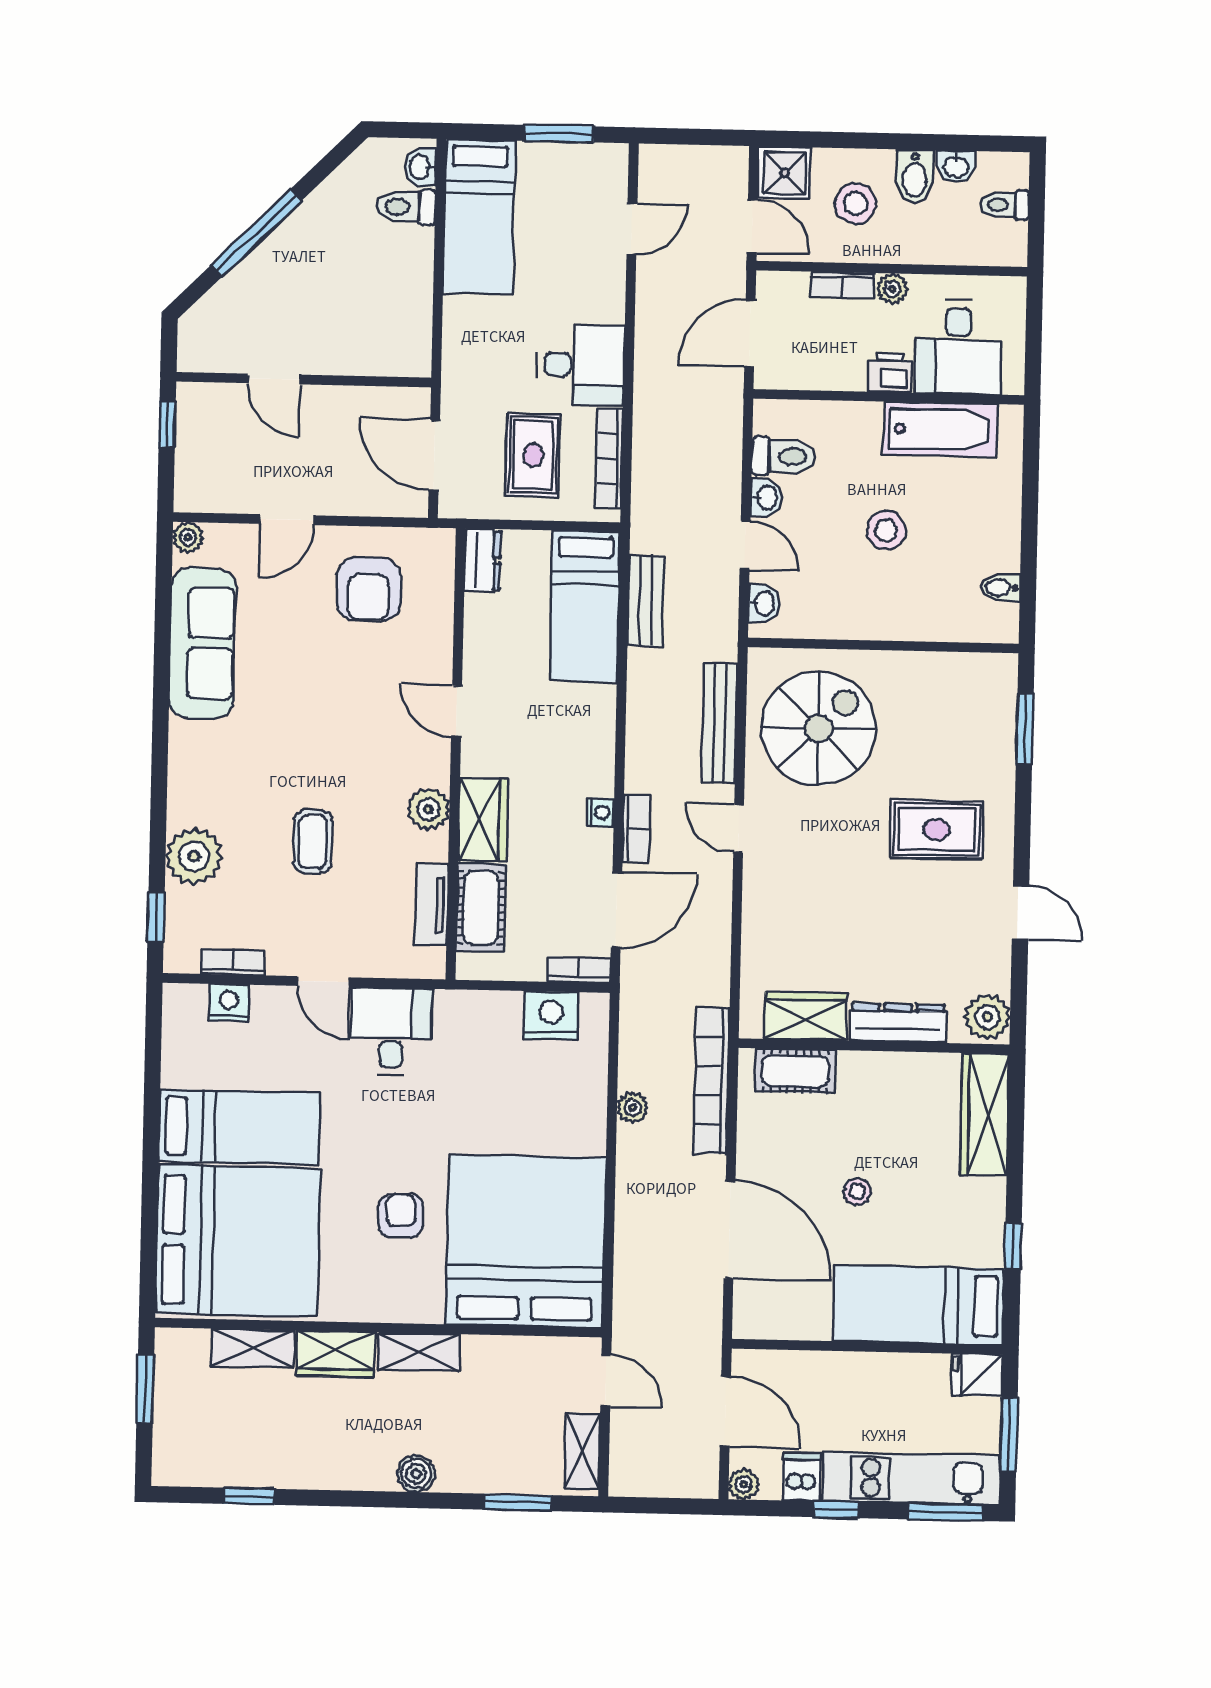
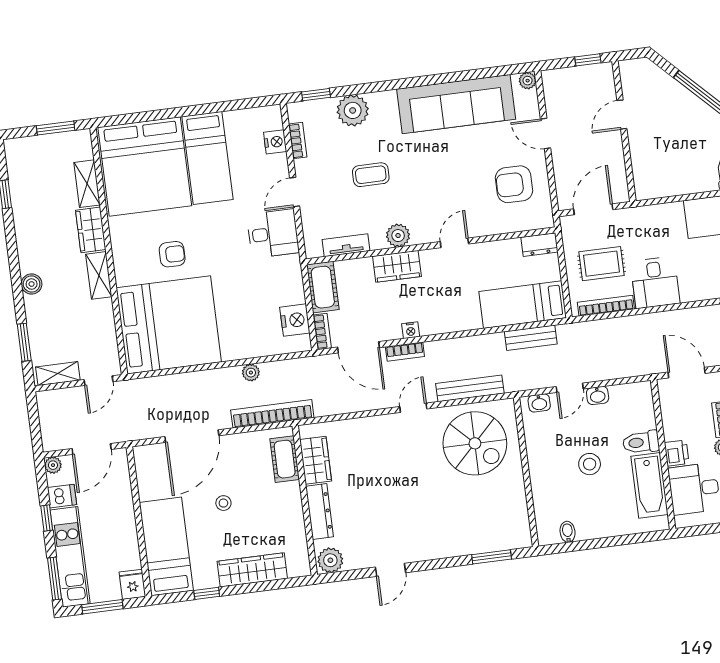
toilet: (784, 456) -> (641, 442), moved, turned 90
sofa: (202, 643) -> (456, 104), width x1.36, depth x1.27
rug: (937, 829) -> (429, 517), removed
cot: (481, 908) -> (323, 287), moved, turned 90
wardrobe: (985, 1114) -> (252, 570), moved

